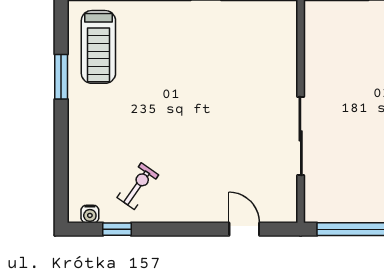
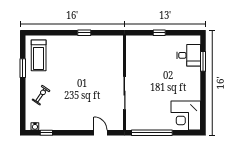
exercise bike: (138, 186) -> (41, 95), moved

